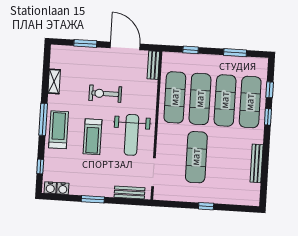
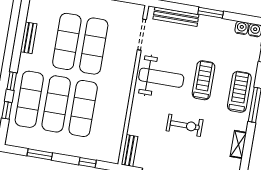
exercise mat: (175, 97) -> (67, 41), moved
treadmill: (59, 130) -> (239, 92), turned 180
weight bench: (131, 135) -> (161, 78), turned 90
bench: (257, 163) -> (29, 38), width x0.73
bench: (130, 193) -> (176, 17), width x1.36

